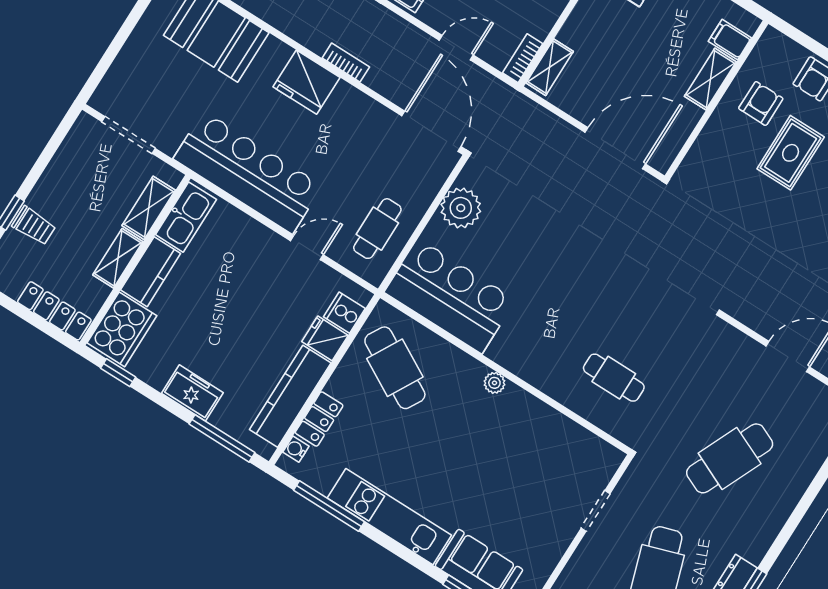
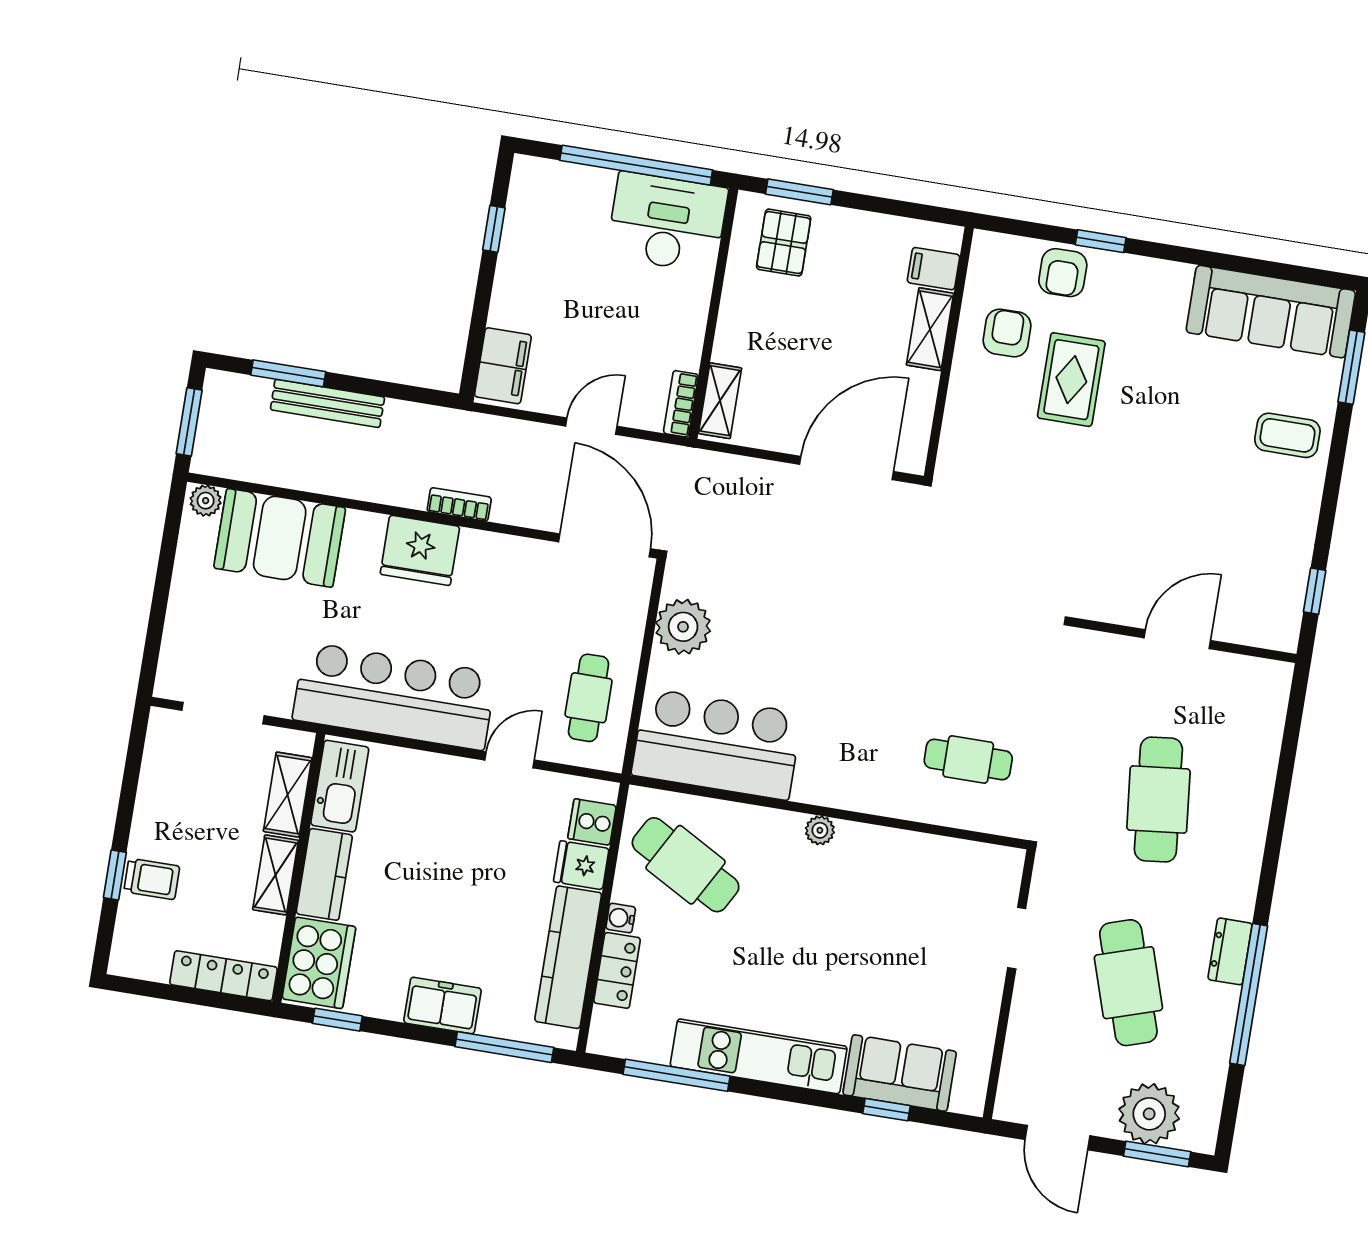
water cooler: (296, 449) -> (621, 918), moved
cafe table: (730, 458) -> (1158, 800), turned -30

